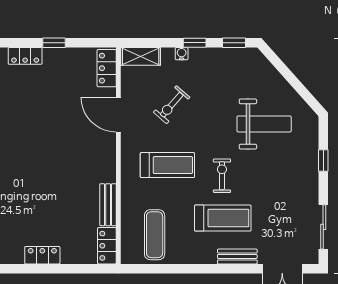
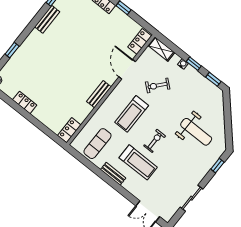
window: (323, 161) -> (217, 166), moved
treadmill: (167, 165) -> (132, 114), turned 90
bench: (108, 205) -> (99, 94), moved
sliding door: (323, 227) -> (192, 198), moved
locker: (42, 255) -> (25, 102), moved
bench: (237, 256) -> (113, 174), moved

